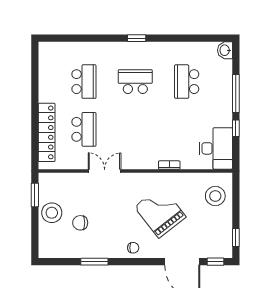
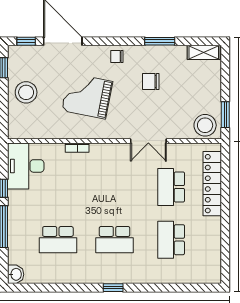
school desk: (187, 82) -> (58, 240), turned 90
stool: (215, 196) -> (26, 92), moved
grand piano: (160, 212) -> (87, 96), turned 139
stool: (52, 213) -> (205, 125), moved
chair: (80, 223) -> (151, 82), moved, turned 180
shelving: (54, 251) -> (204, 52), added

